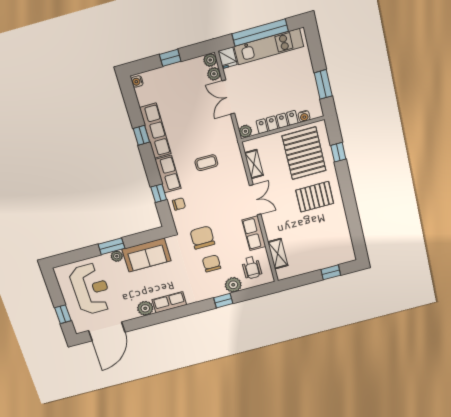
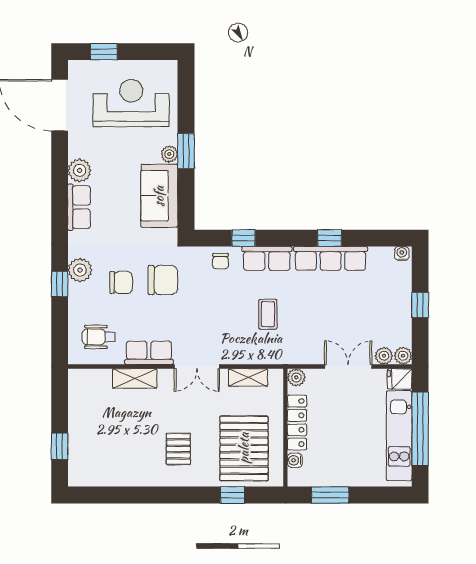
pallet: (304, 153) -> (244, 448), turned 90
pallet: (315, 197) -> (178, 449), width x0.67, depth x0.71
shelving: (278, 254) -> (135, 379), moved
plant: (233, 285) -> (80, 270), moved
reception desk: (91, 289) -> (131, 103), turned 180

